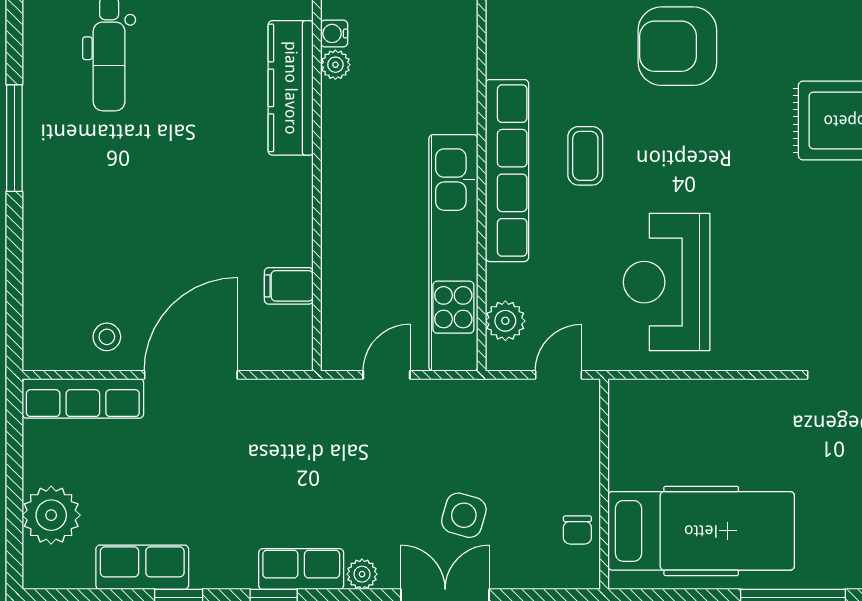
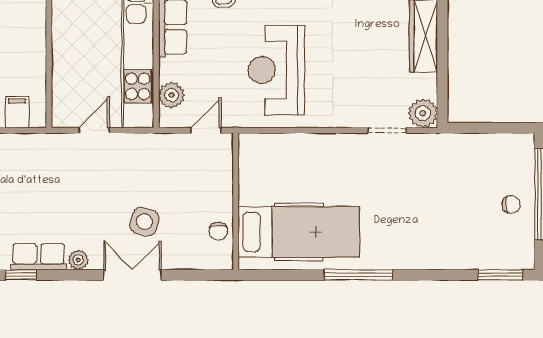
filing cabinet: (289, 286) -> (17, 112), moved, turned 90

